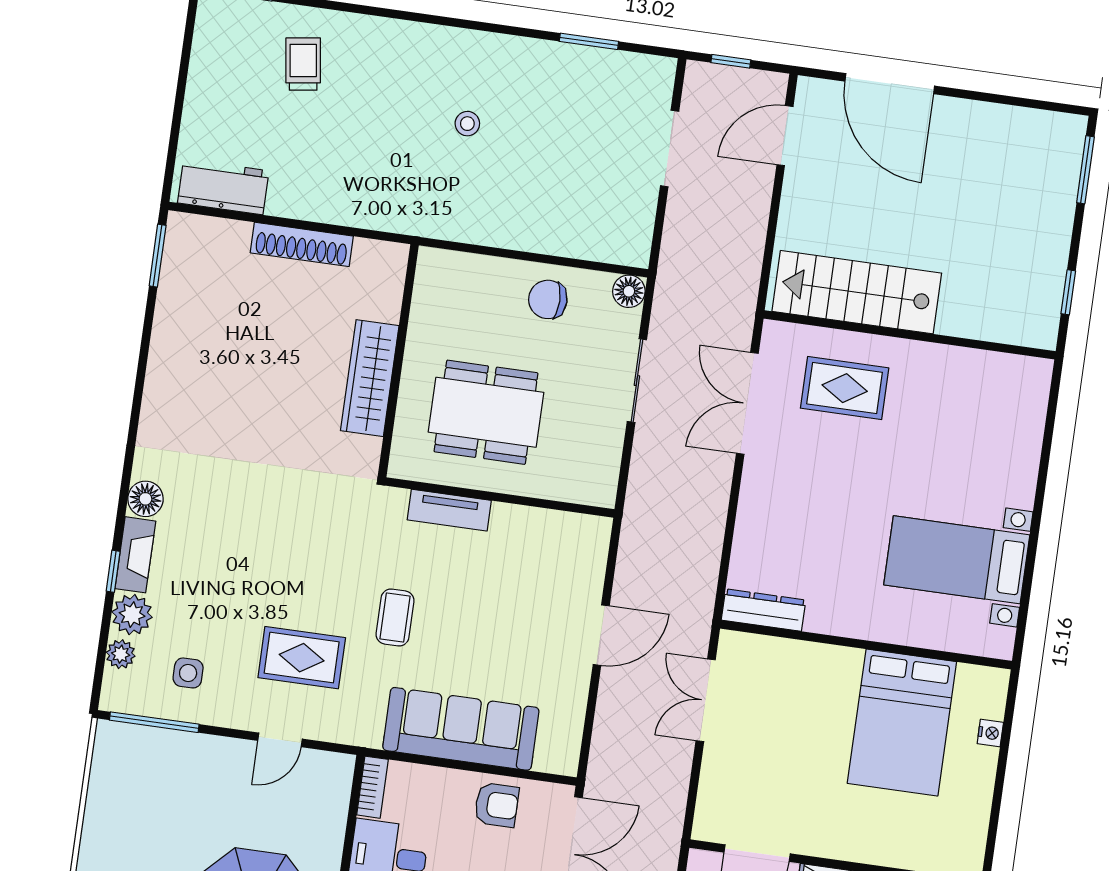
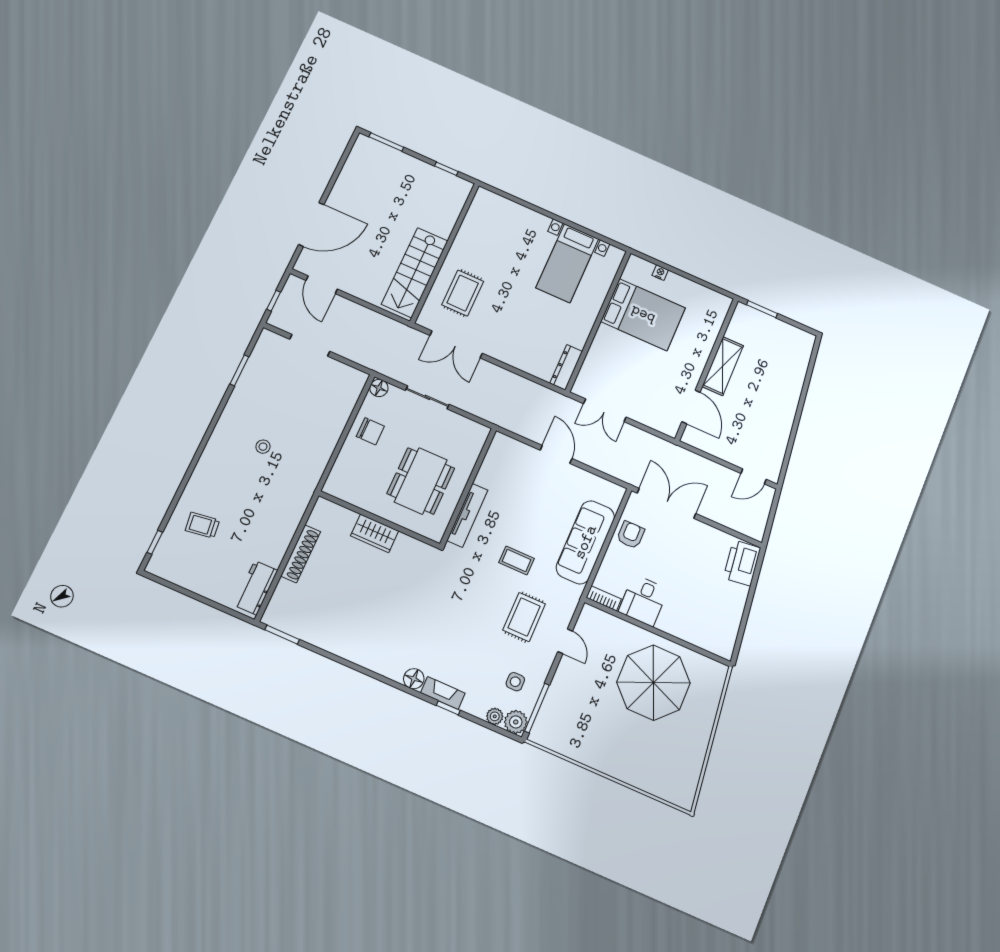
chair: (548, 299) -> (370, 431), turned -90
wardrobe: (370, 378) -> (375, 533), width x0.67
tv unit: (449, 510) -> (467, 515), width x1.41
plant: (132, 615) -> (516, 722), moved

